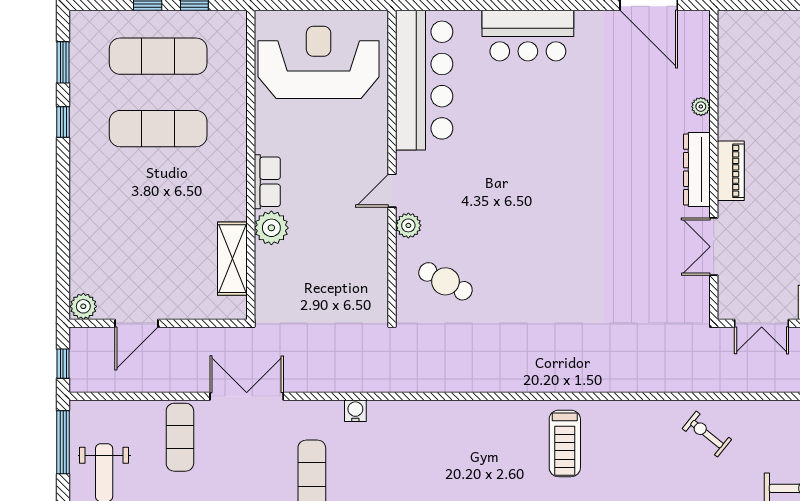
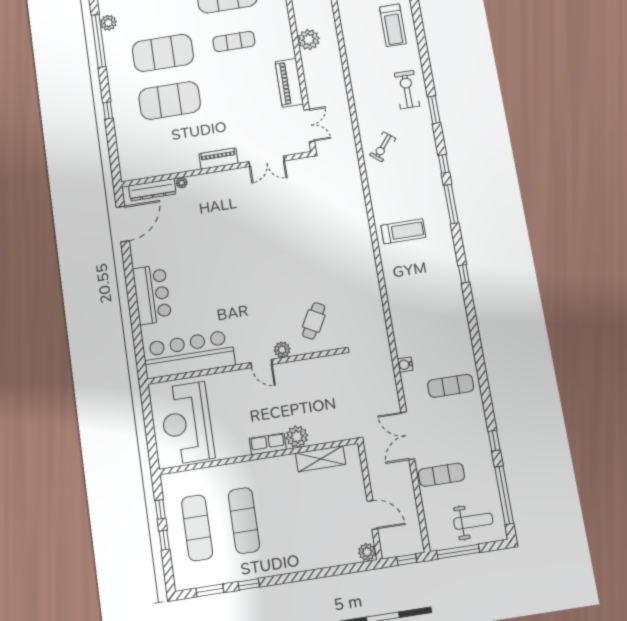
dresser: (697, 169) -> (152, 190), moved

